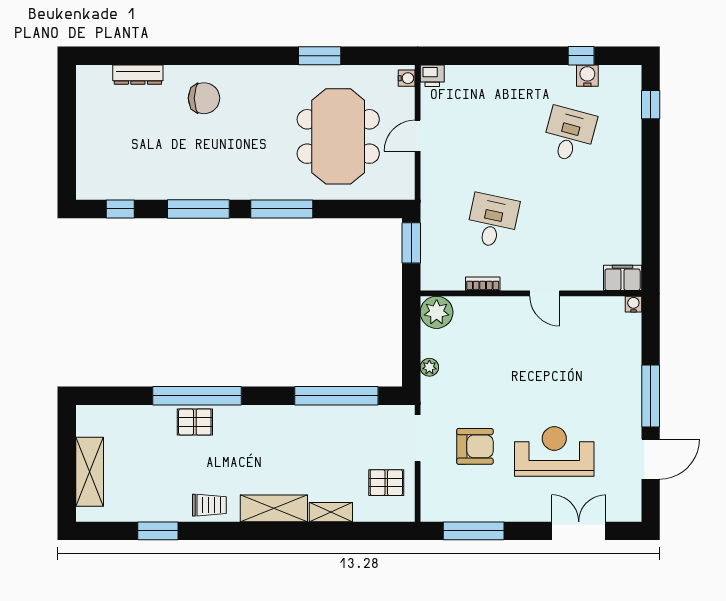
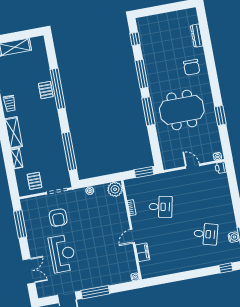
meeting table: (338, 136) -> (182, 110), moved
filing cabinet: (623, 278) -> (143, 252), moved

